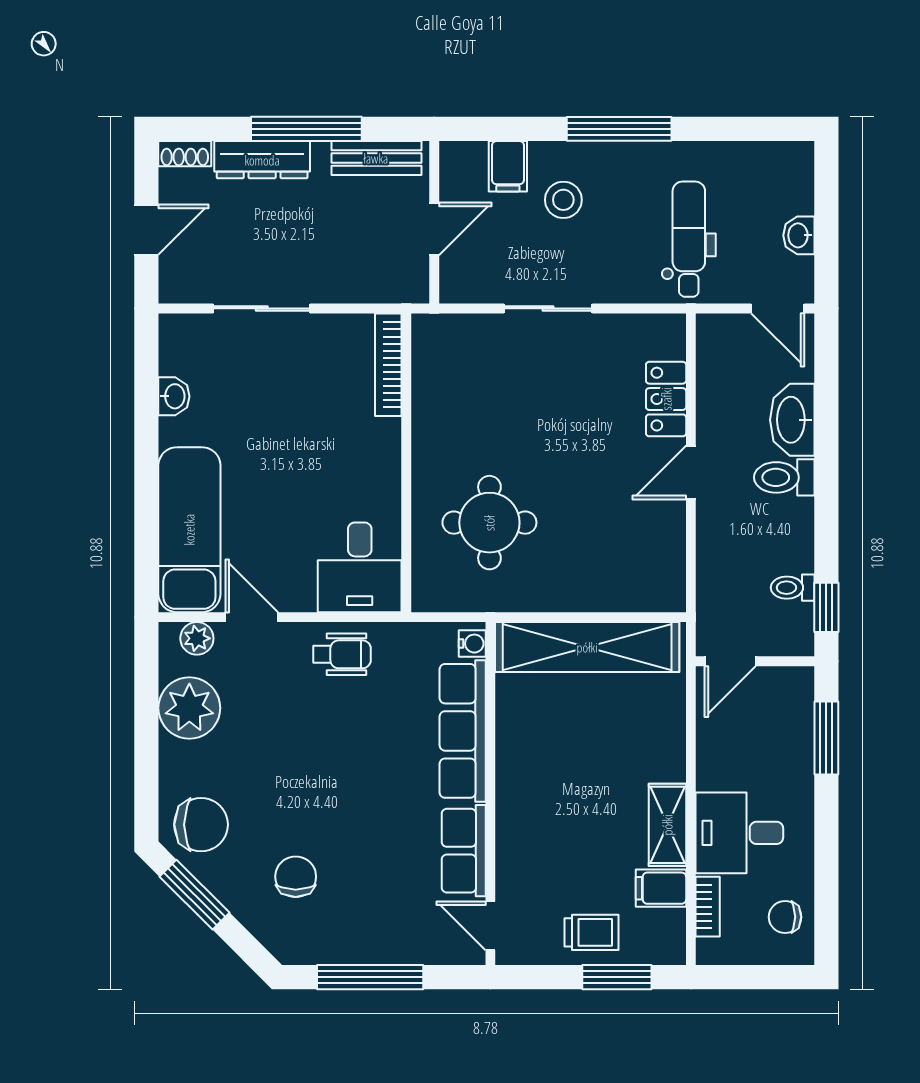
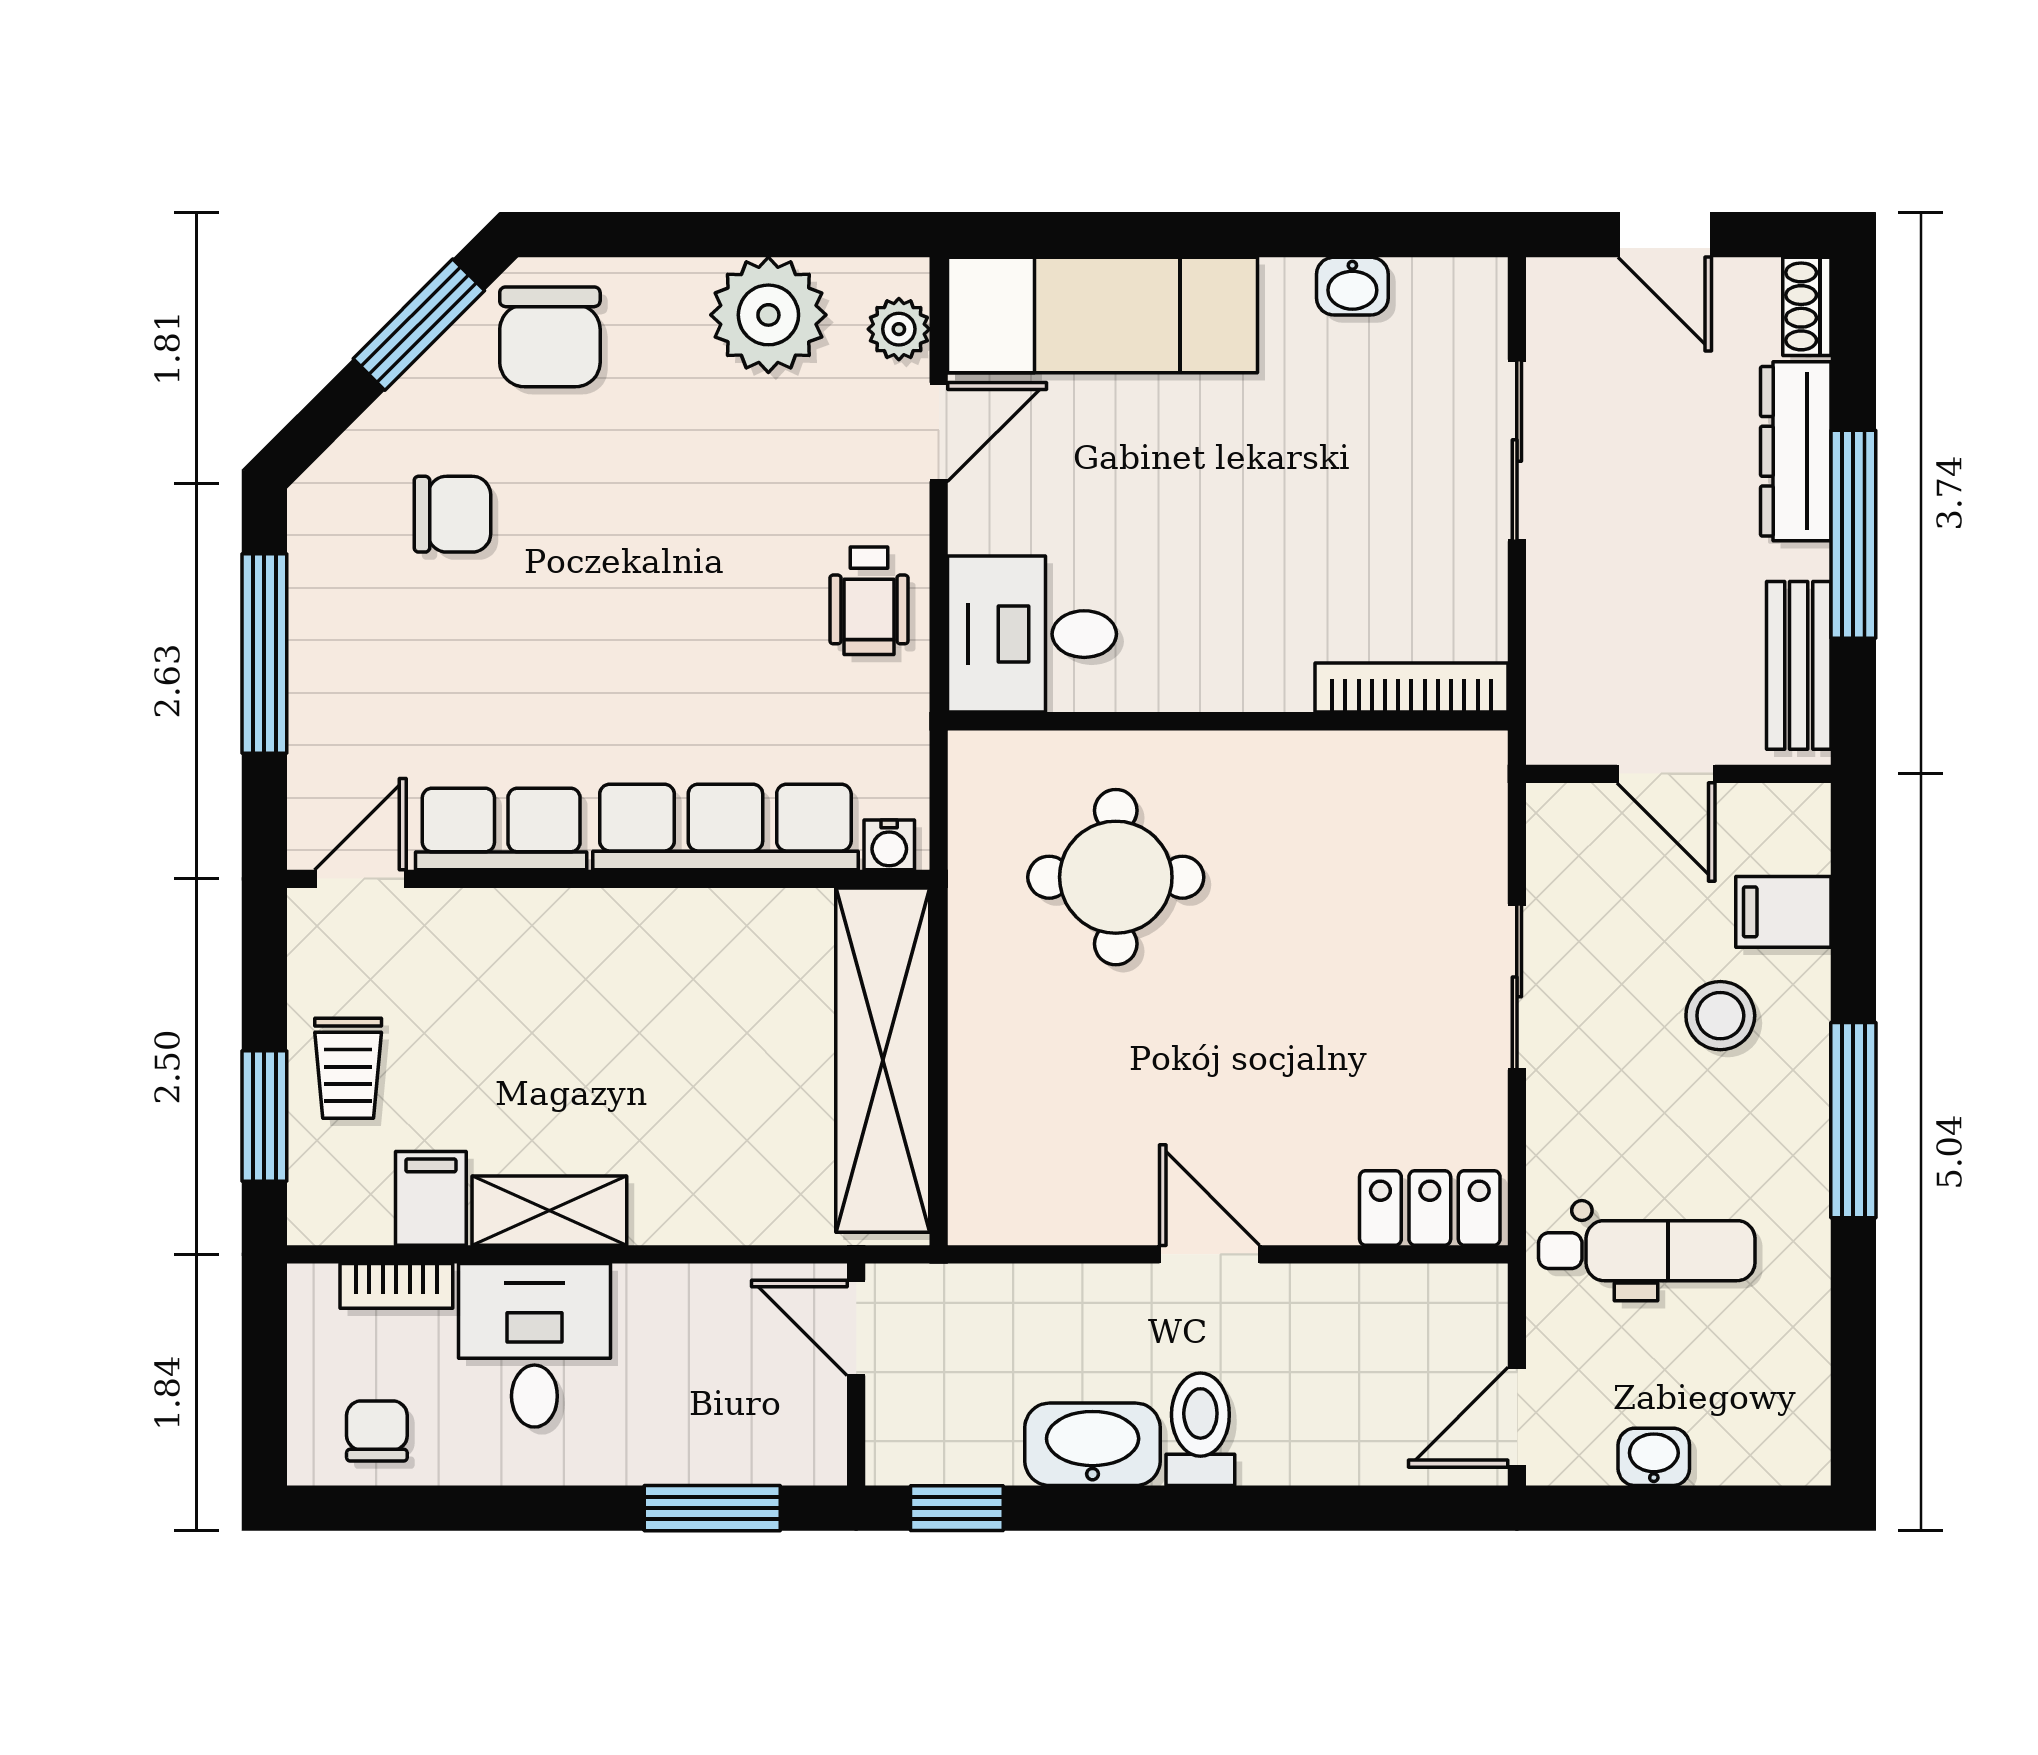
locker: (666, 399) -> (1430, 1208), moved
washbasin: (792, 420) -> (1093, 1444), moved
toilet: (793, 588) -> (994, 1445), removed

